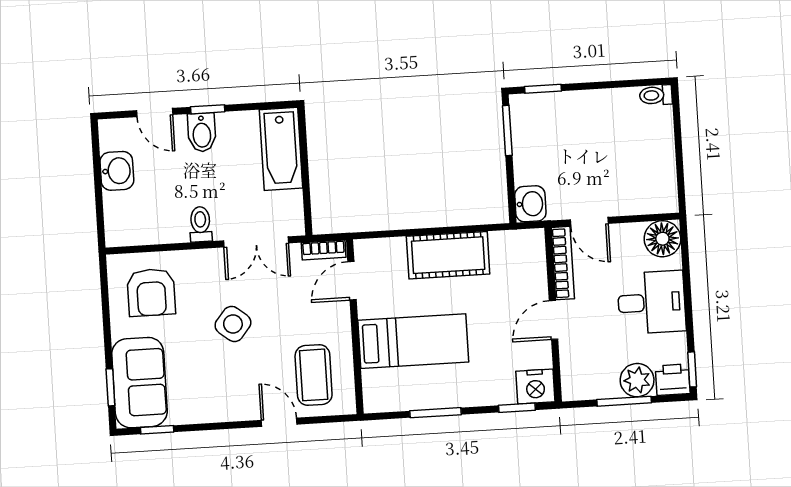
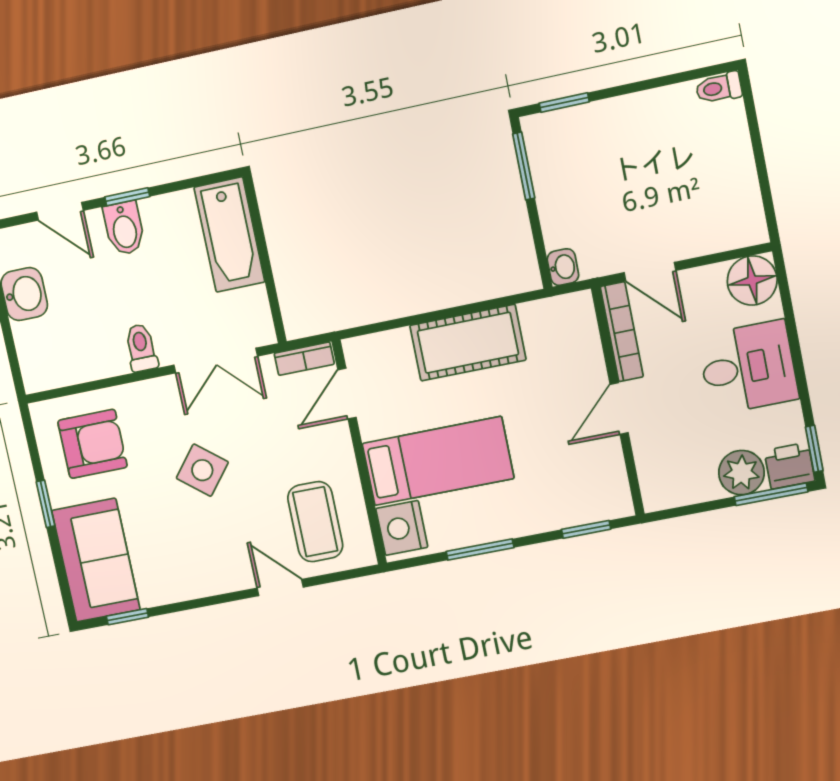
washbasin: (530, 204) -> (563, 267), width x0.72, depth x0.69
armchair: (151, 292) -> (92, 444), turned -90
nightstand: (535, 386) -> (402, 528), moved, turned 90
window: (110, 387) -> (46, 504), moved
window: (624, 401) -> (771, 494), moved

